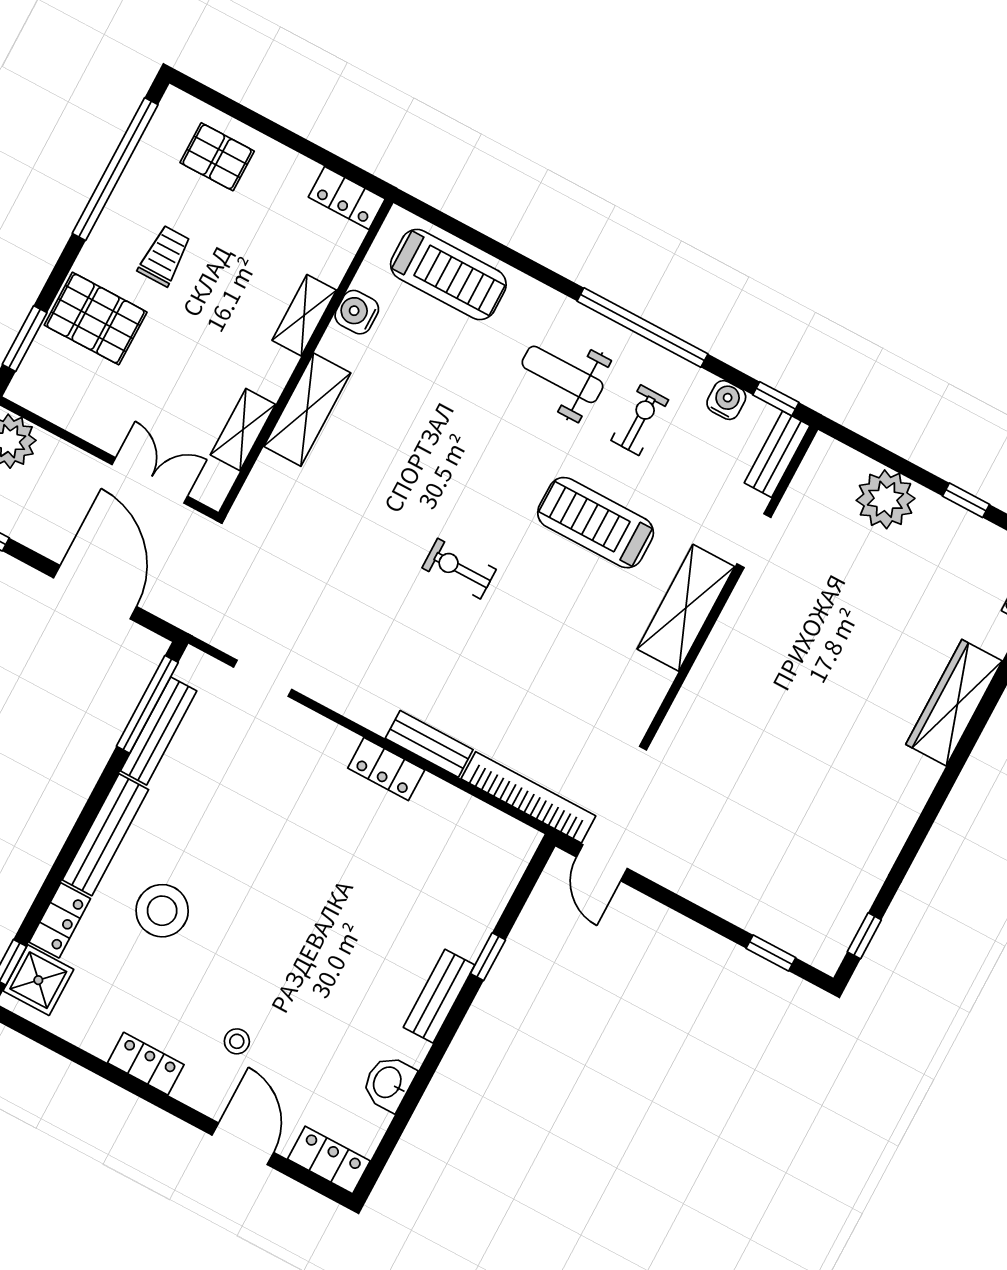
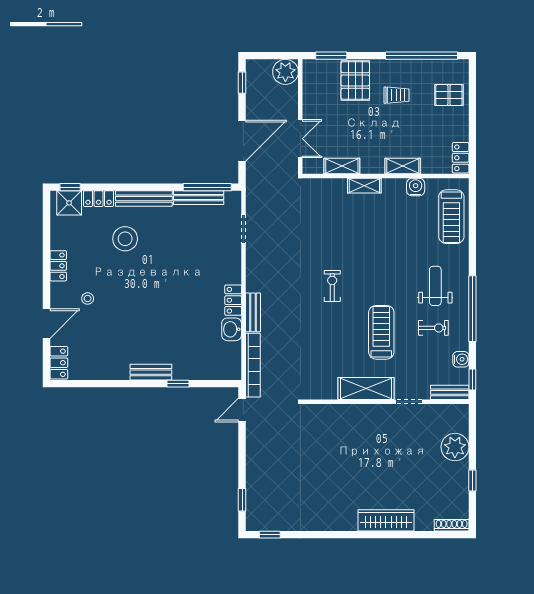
pallet: (217, 157) -> (449, 95), turned 90
shelving: (307, 410) -> (364, 186), width x0.67, depth x0.75
washbasin: (388, 1083) -> (232, 329), moved, turned -90

